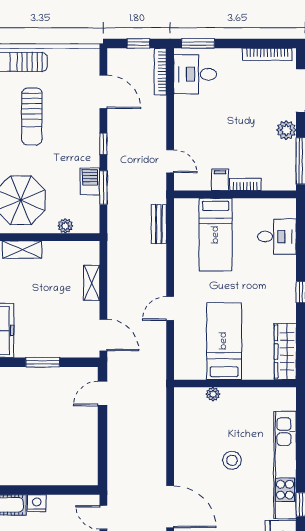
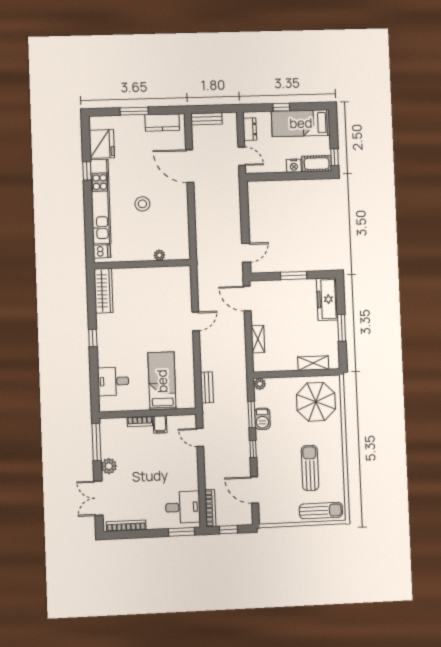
plant: (65, 226) -> (260, 384), moved
bed: (224, 341) -> (152, 297), removed
dishwasher: (285, 401) -> (102, 251), added

